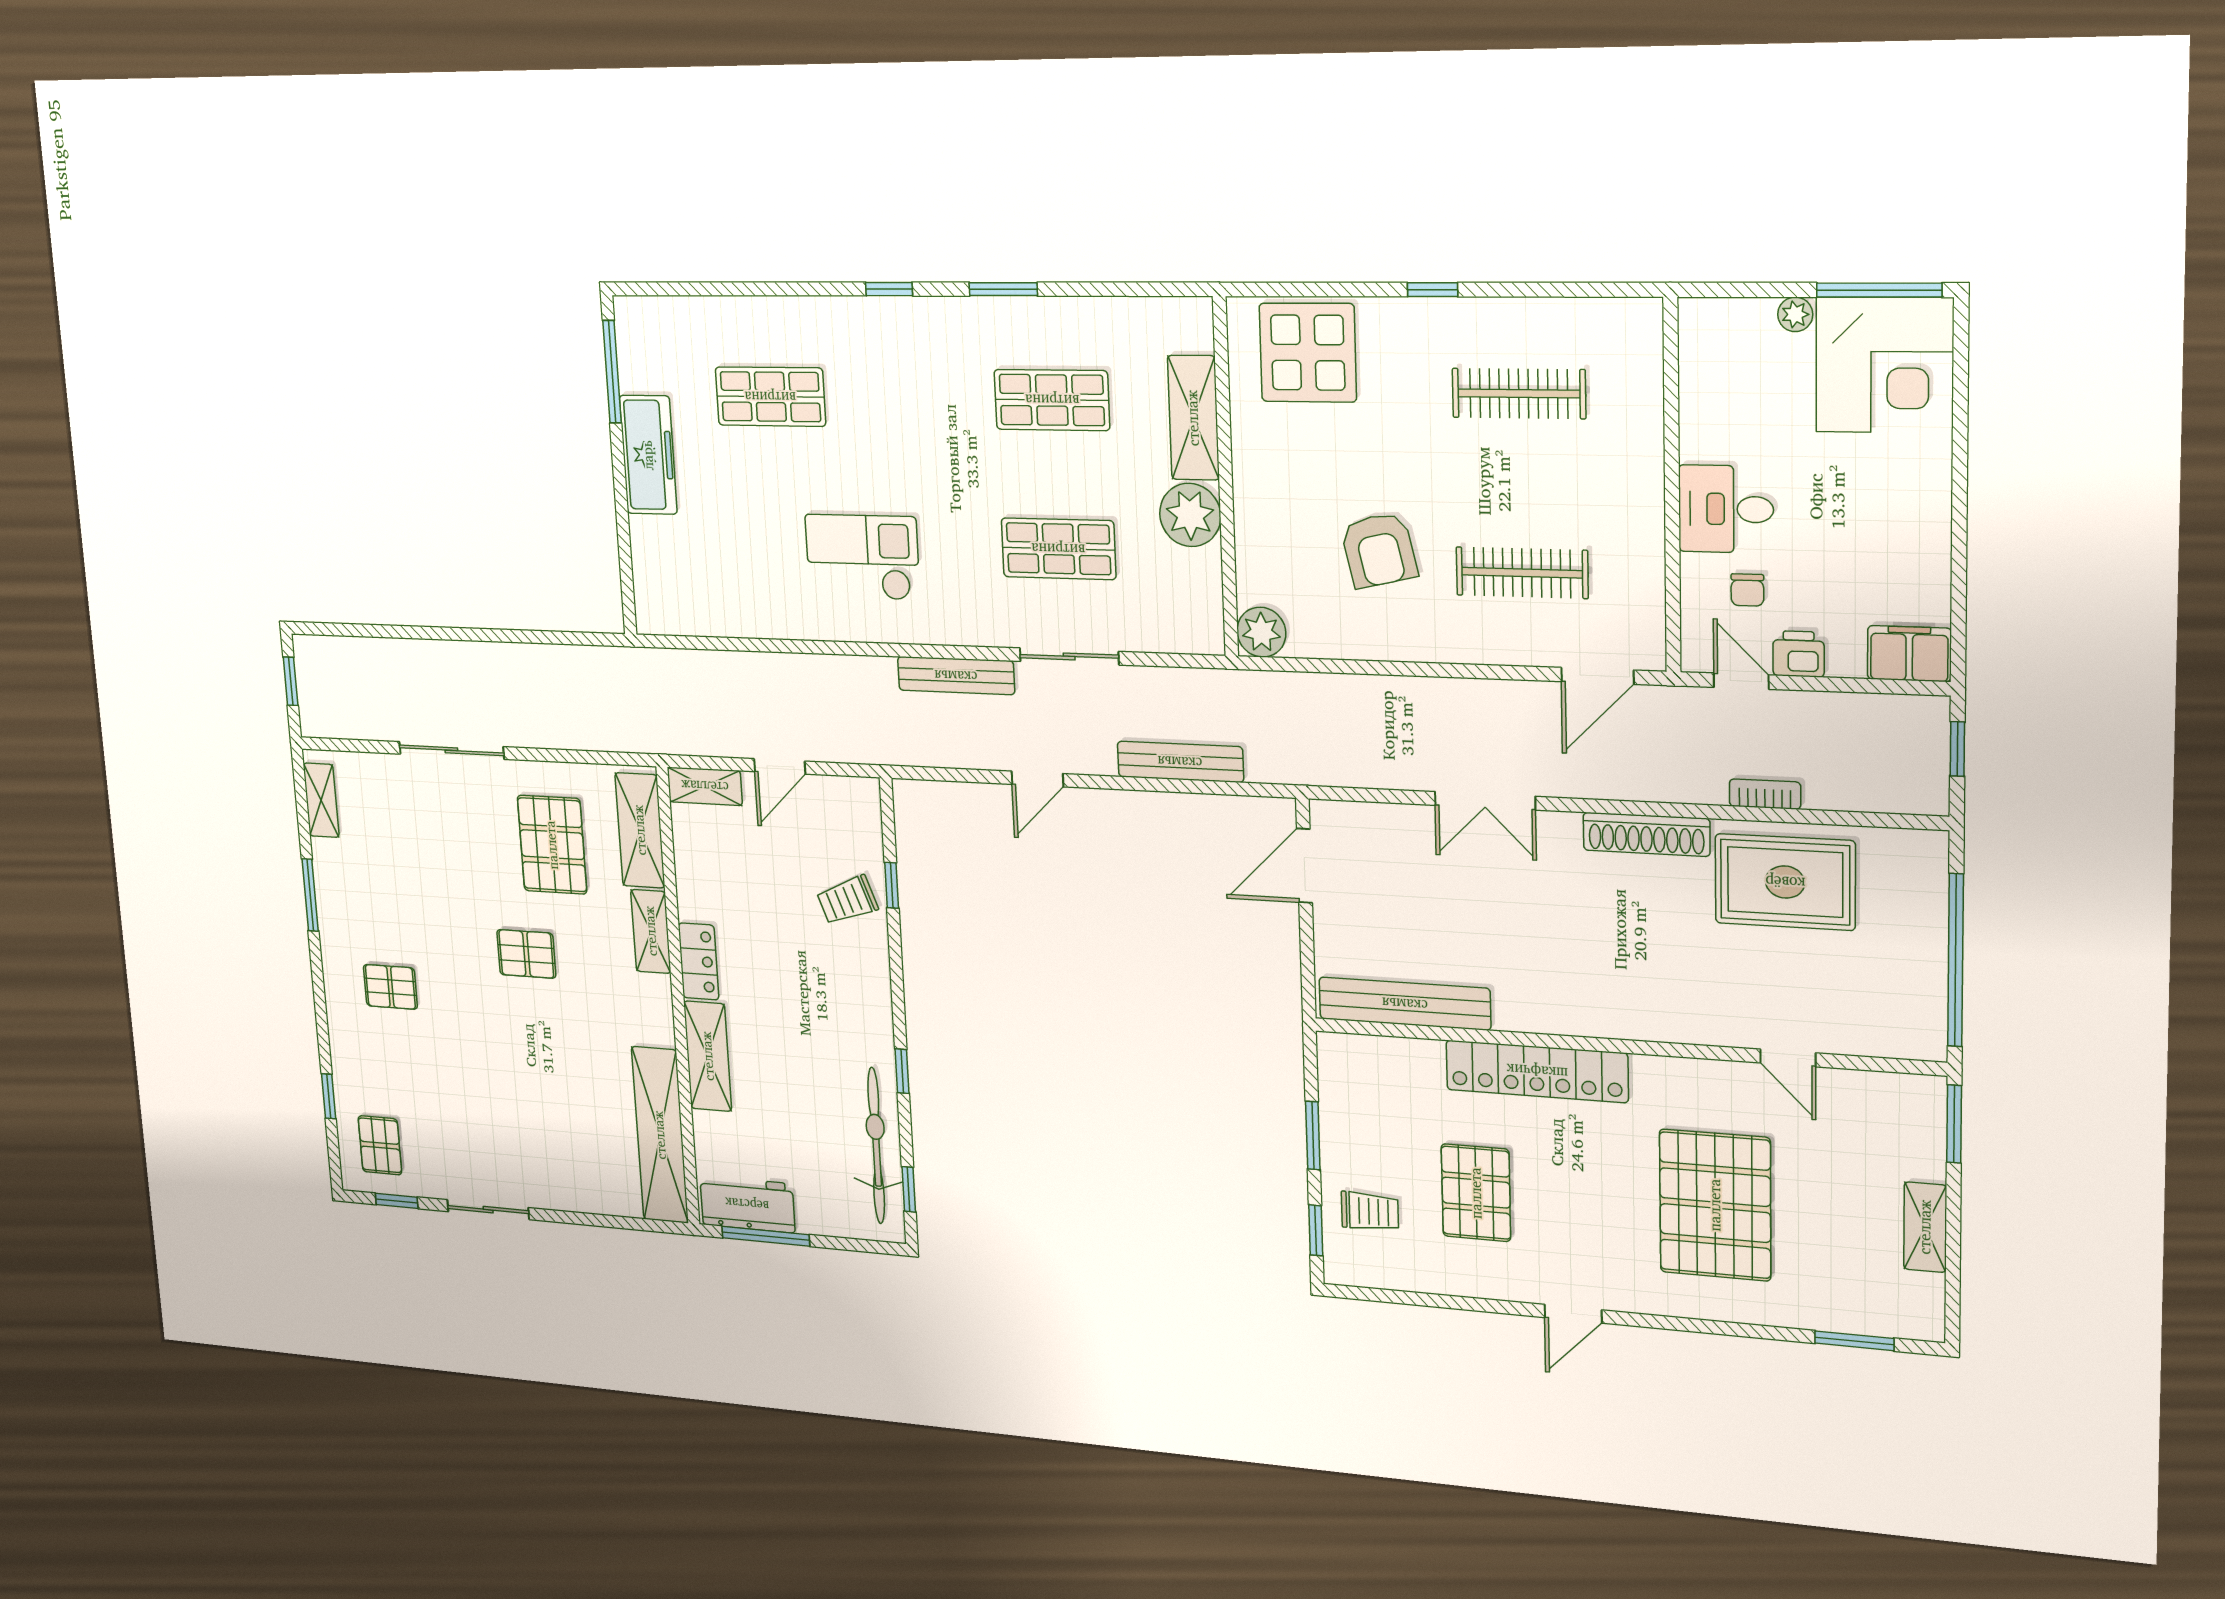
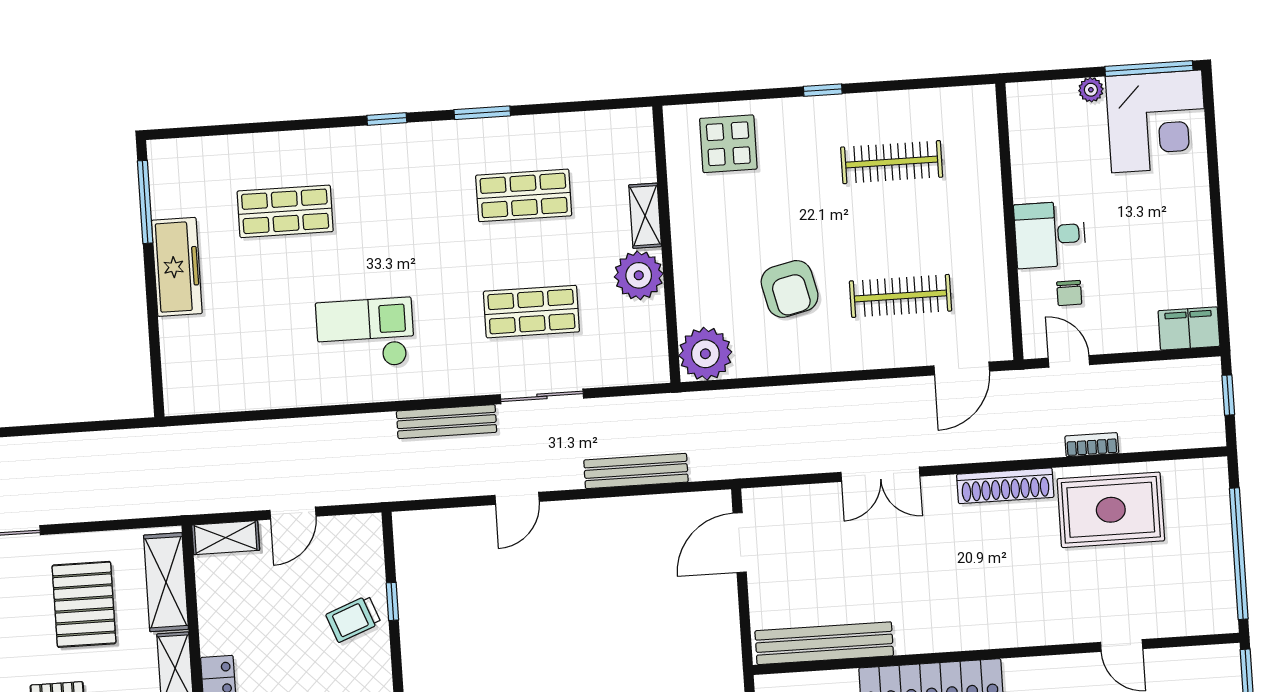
display table: (1308, 353) -> (728, 144), width x0.73, depth x0.73
shelving: (1193, 418) -> (645, 216), width x0.67, depth x0.75
plant: (1261, 632) -> (705, 354), width x1.36, depth x1.36
printer: (1799, 654) -> (1109, 337), removed

